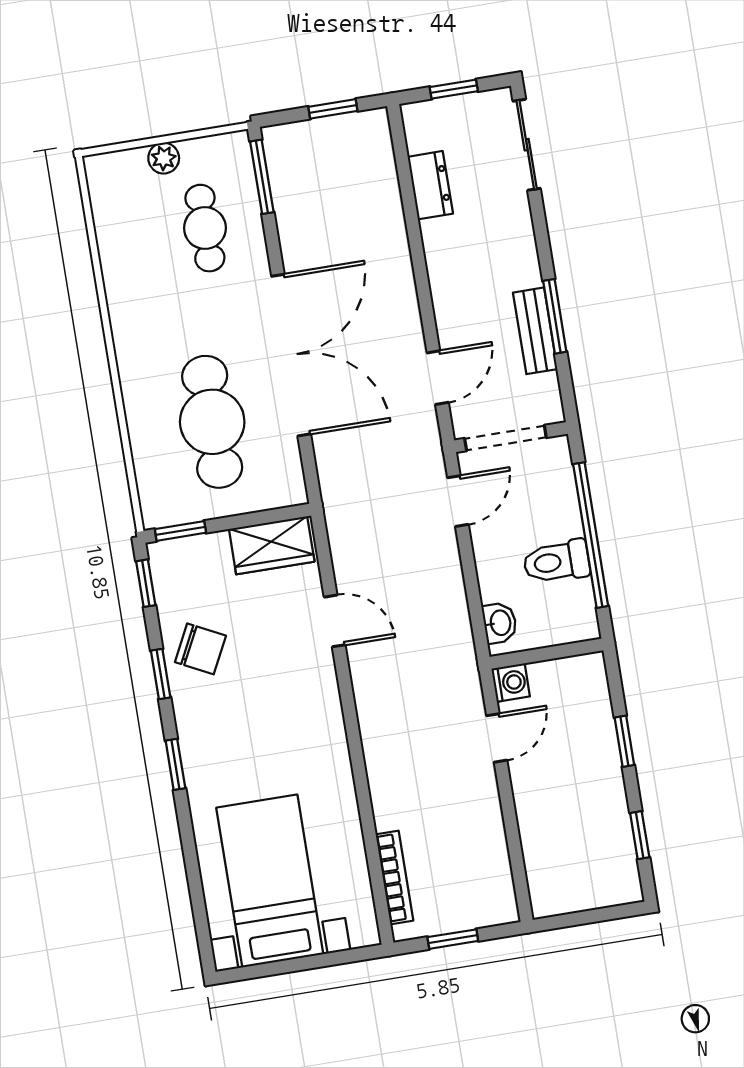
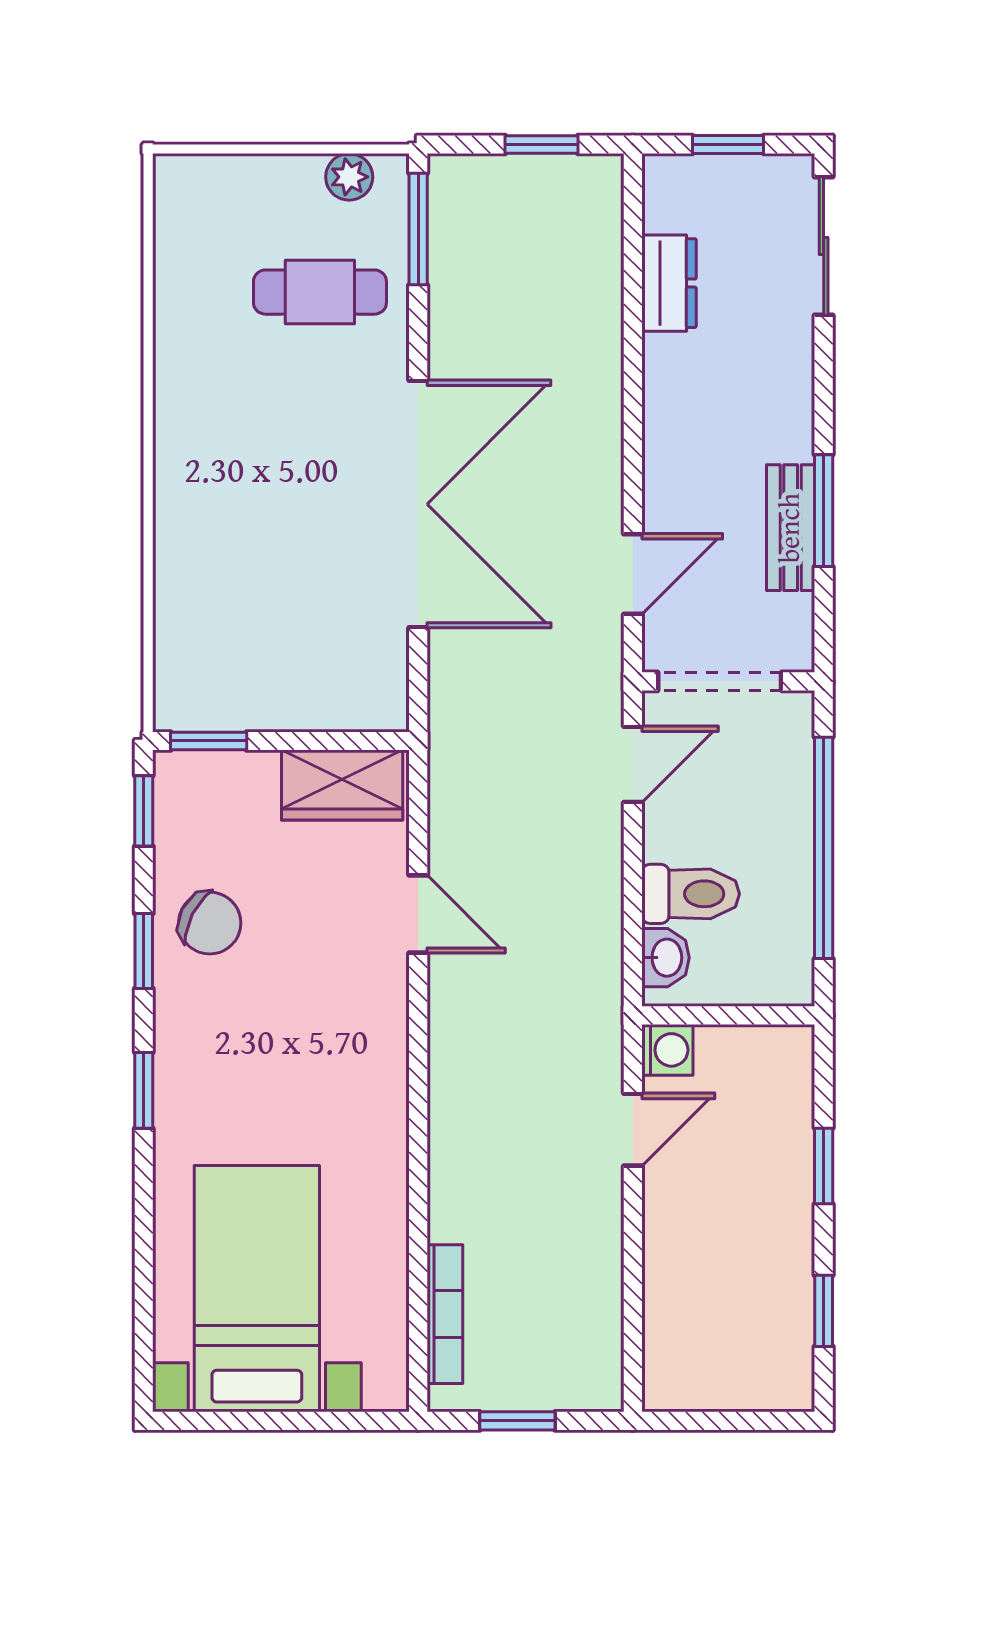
plant: (164, 158) -> (349, 177), moved
cafe table: (205, 228) -> (320, 292), turned 90
cafe table: (212, 422) -> (283, 585), removed
toilet: (556, 562) -> (691, 894), moved, turned 180

